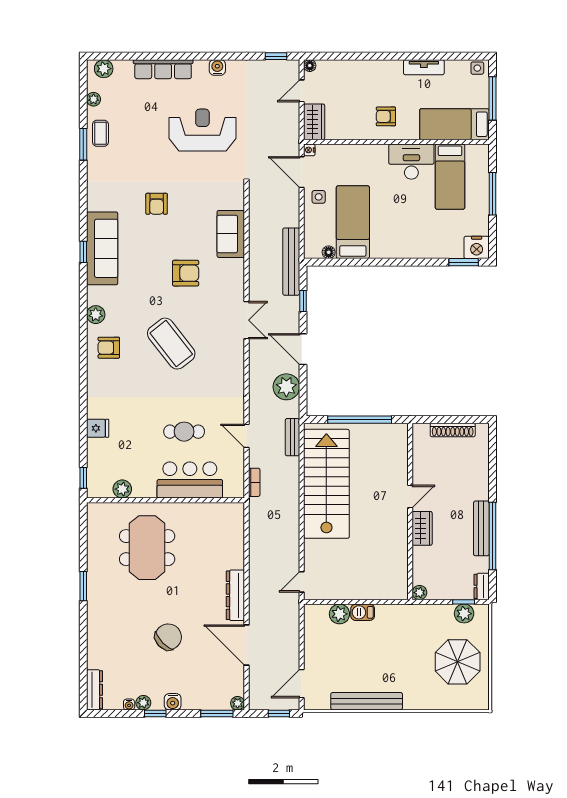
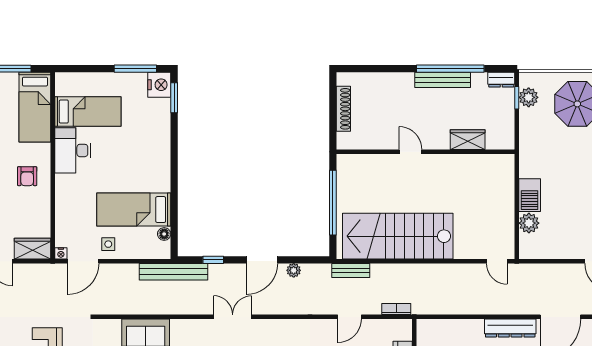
window: (493, 194) -> (135, 69), moved
plant: (286, 387) -> (294, 270), width x0.53, depth x0.53
wardrobe: (422, 528) -> (468, 140), moved
plant: (419, 593) -> (507, 142), removed
barbecue: (363, 612) -> (530, 195), width x1.38, depth x1.27

